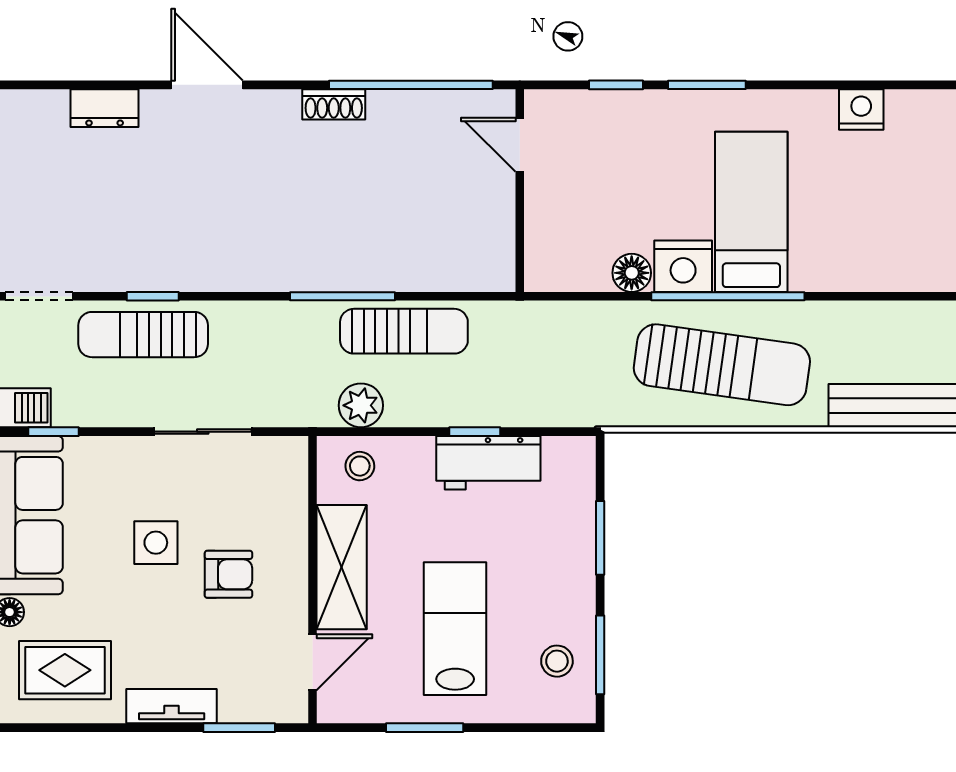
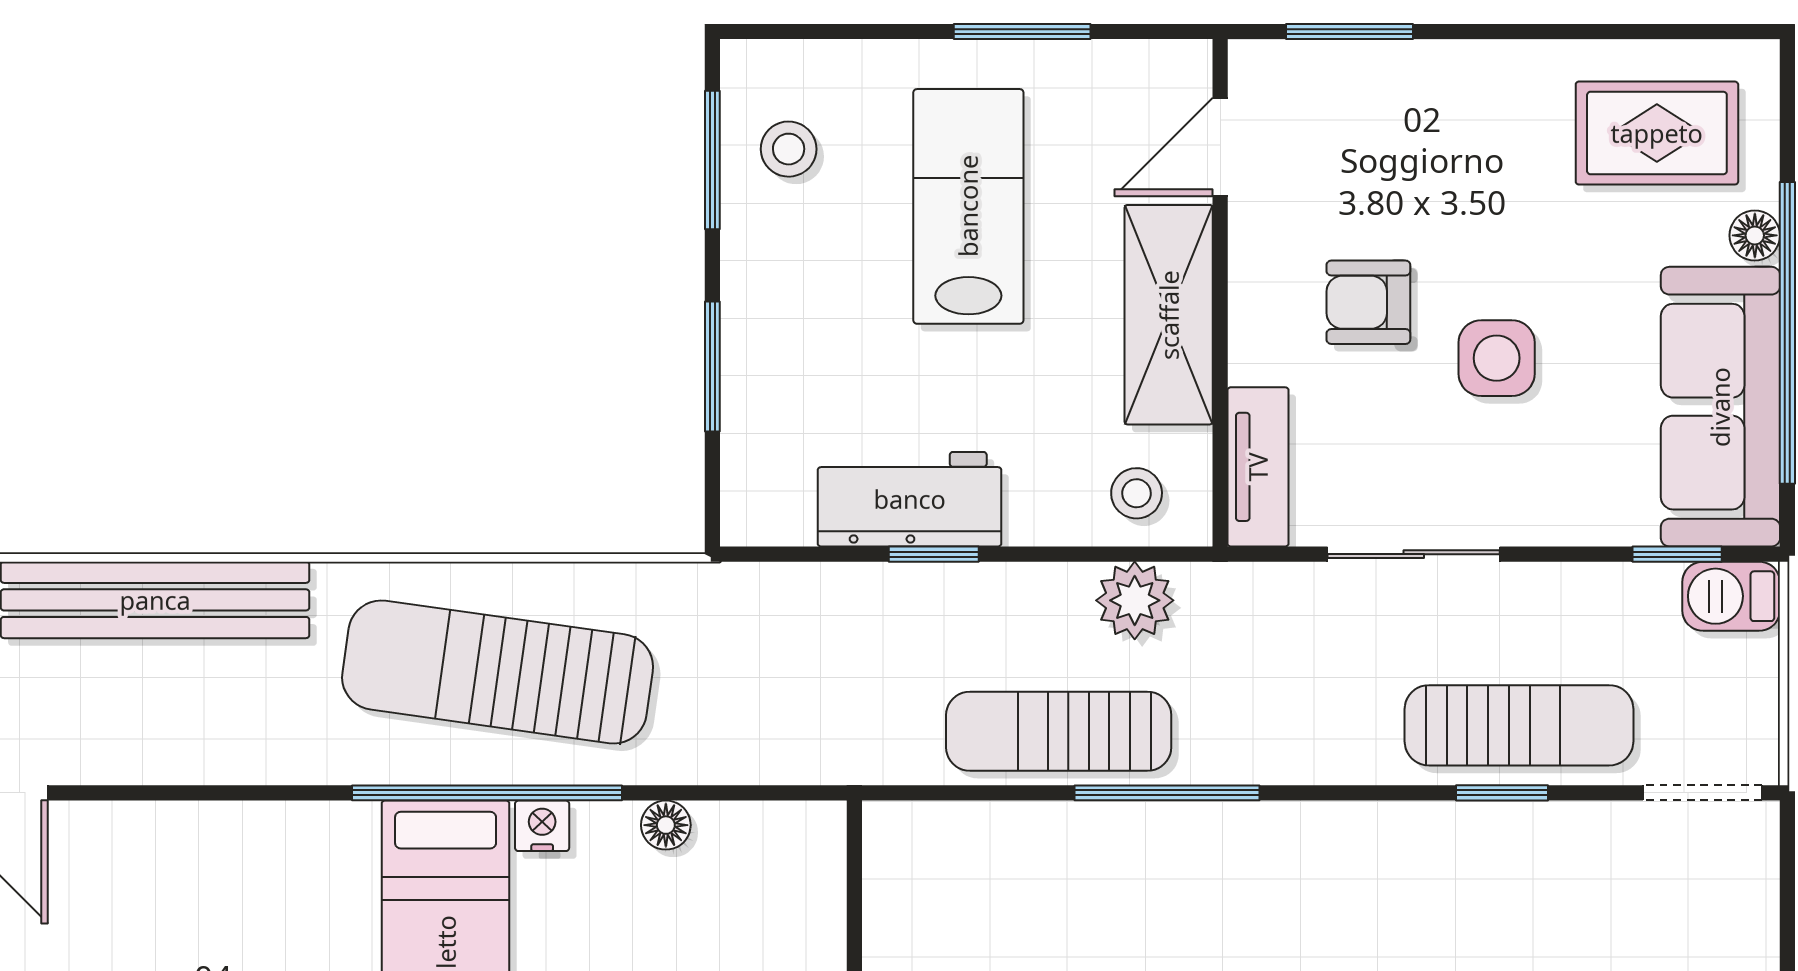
nightstand: (683, 266) -> (542, 826), width x0.53, depth x0.56
floor lamp: (632, 273) -> (666, 825), width x0.73, depth x0.73
lab bench: (455, 629) -> (968, 206), turned 180
tv unit: (172, 706) -> (1258, 467), moved, turned -90

